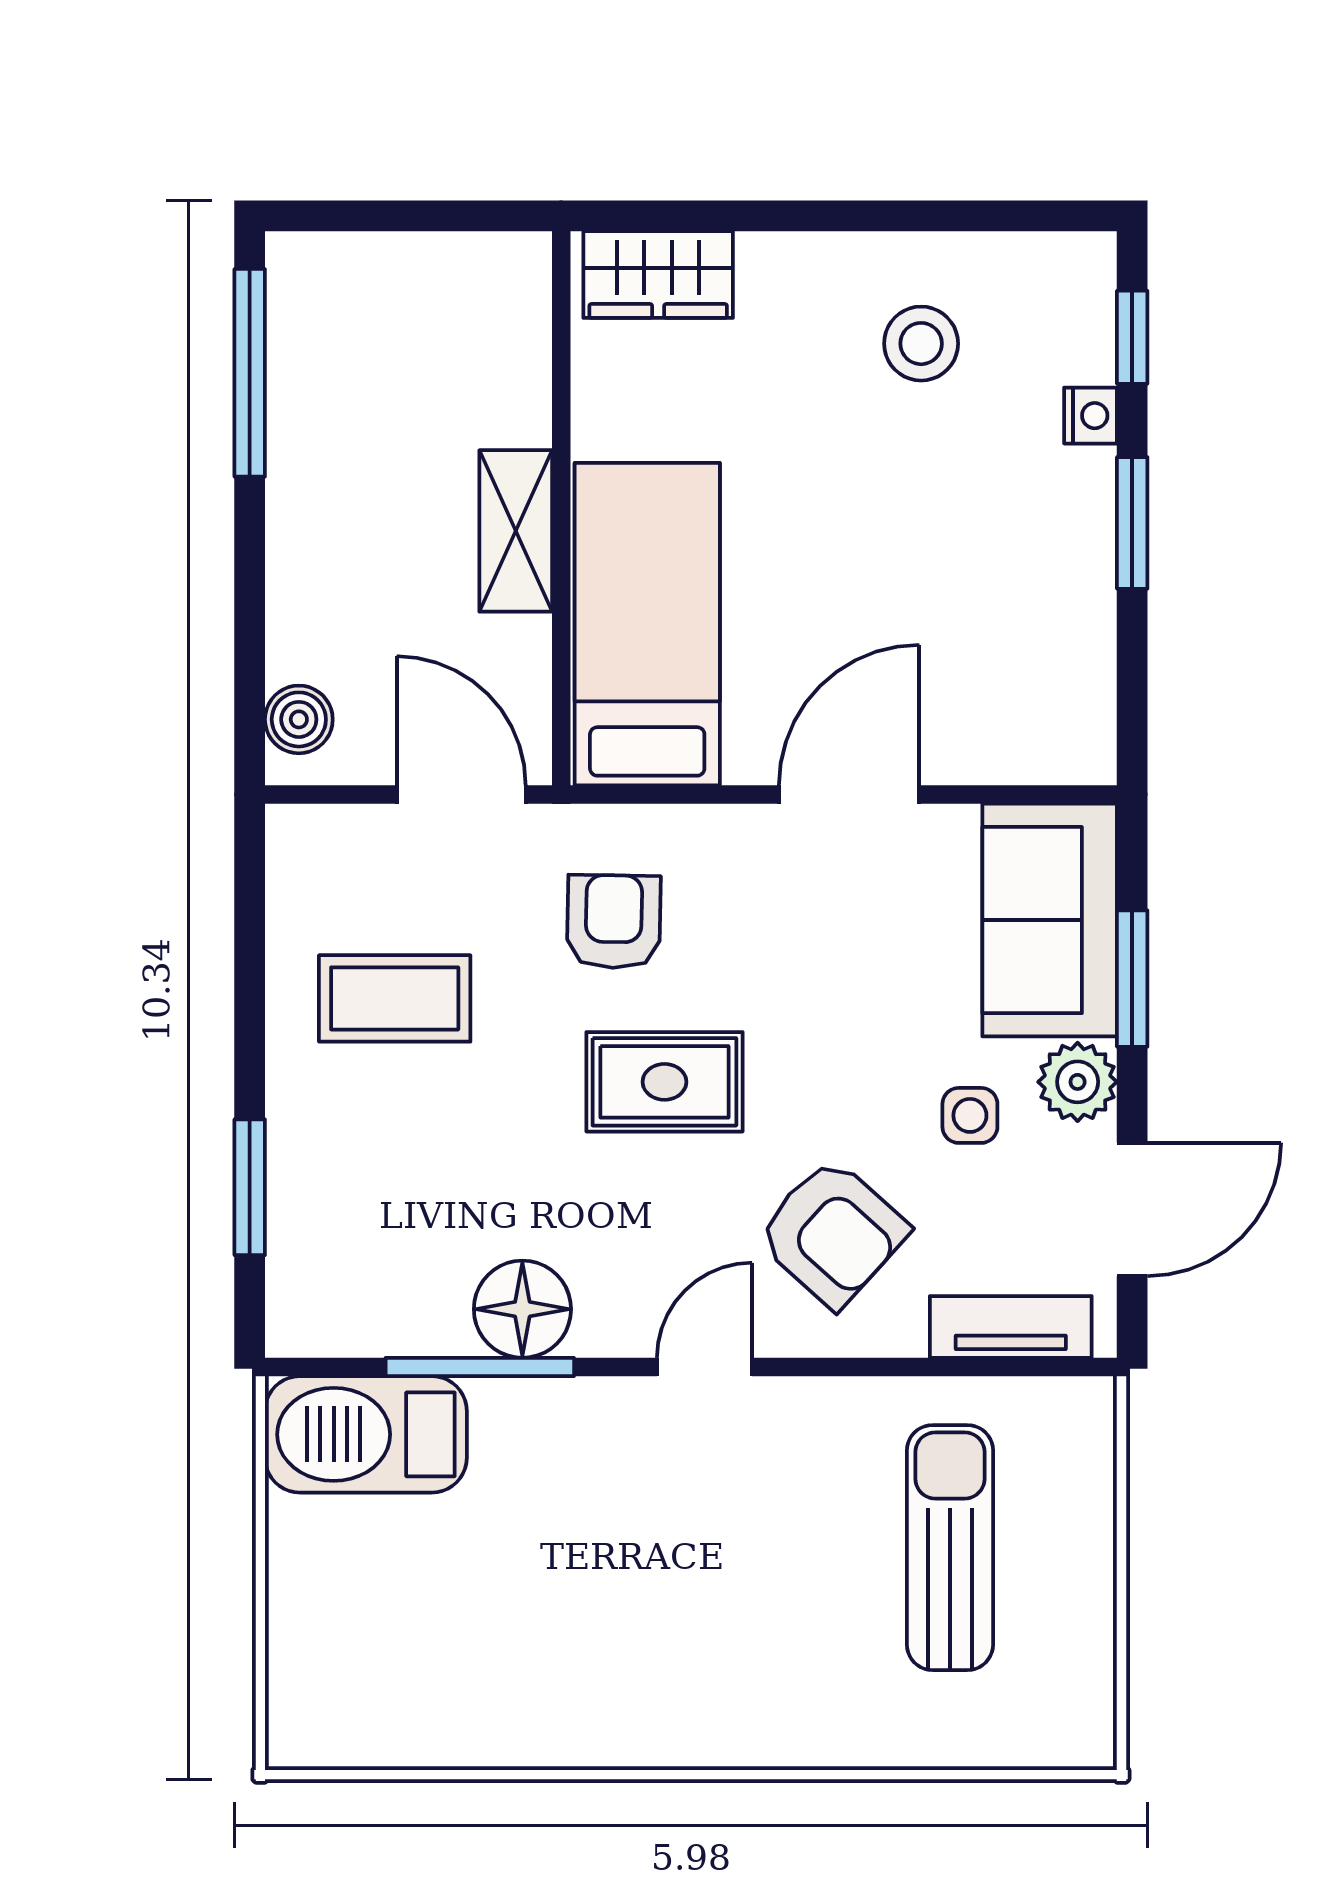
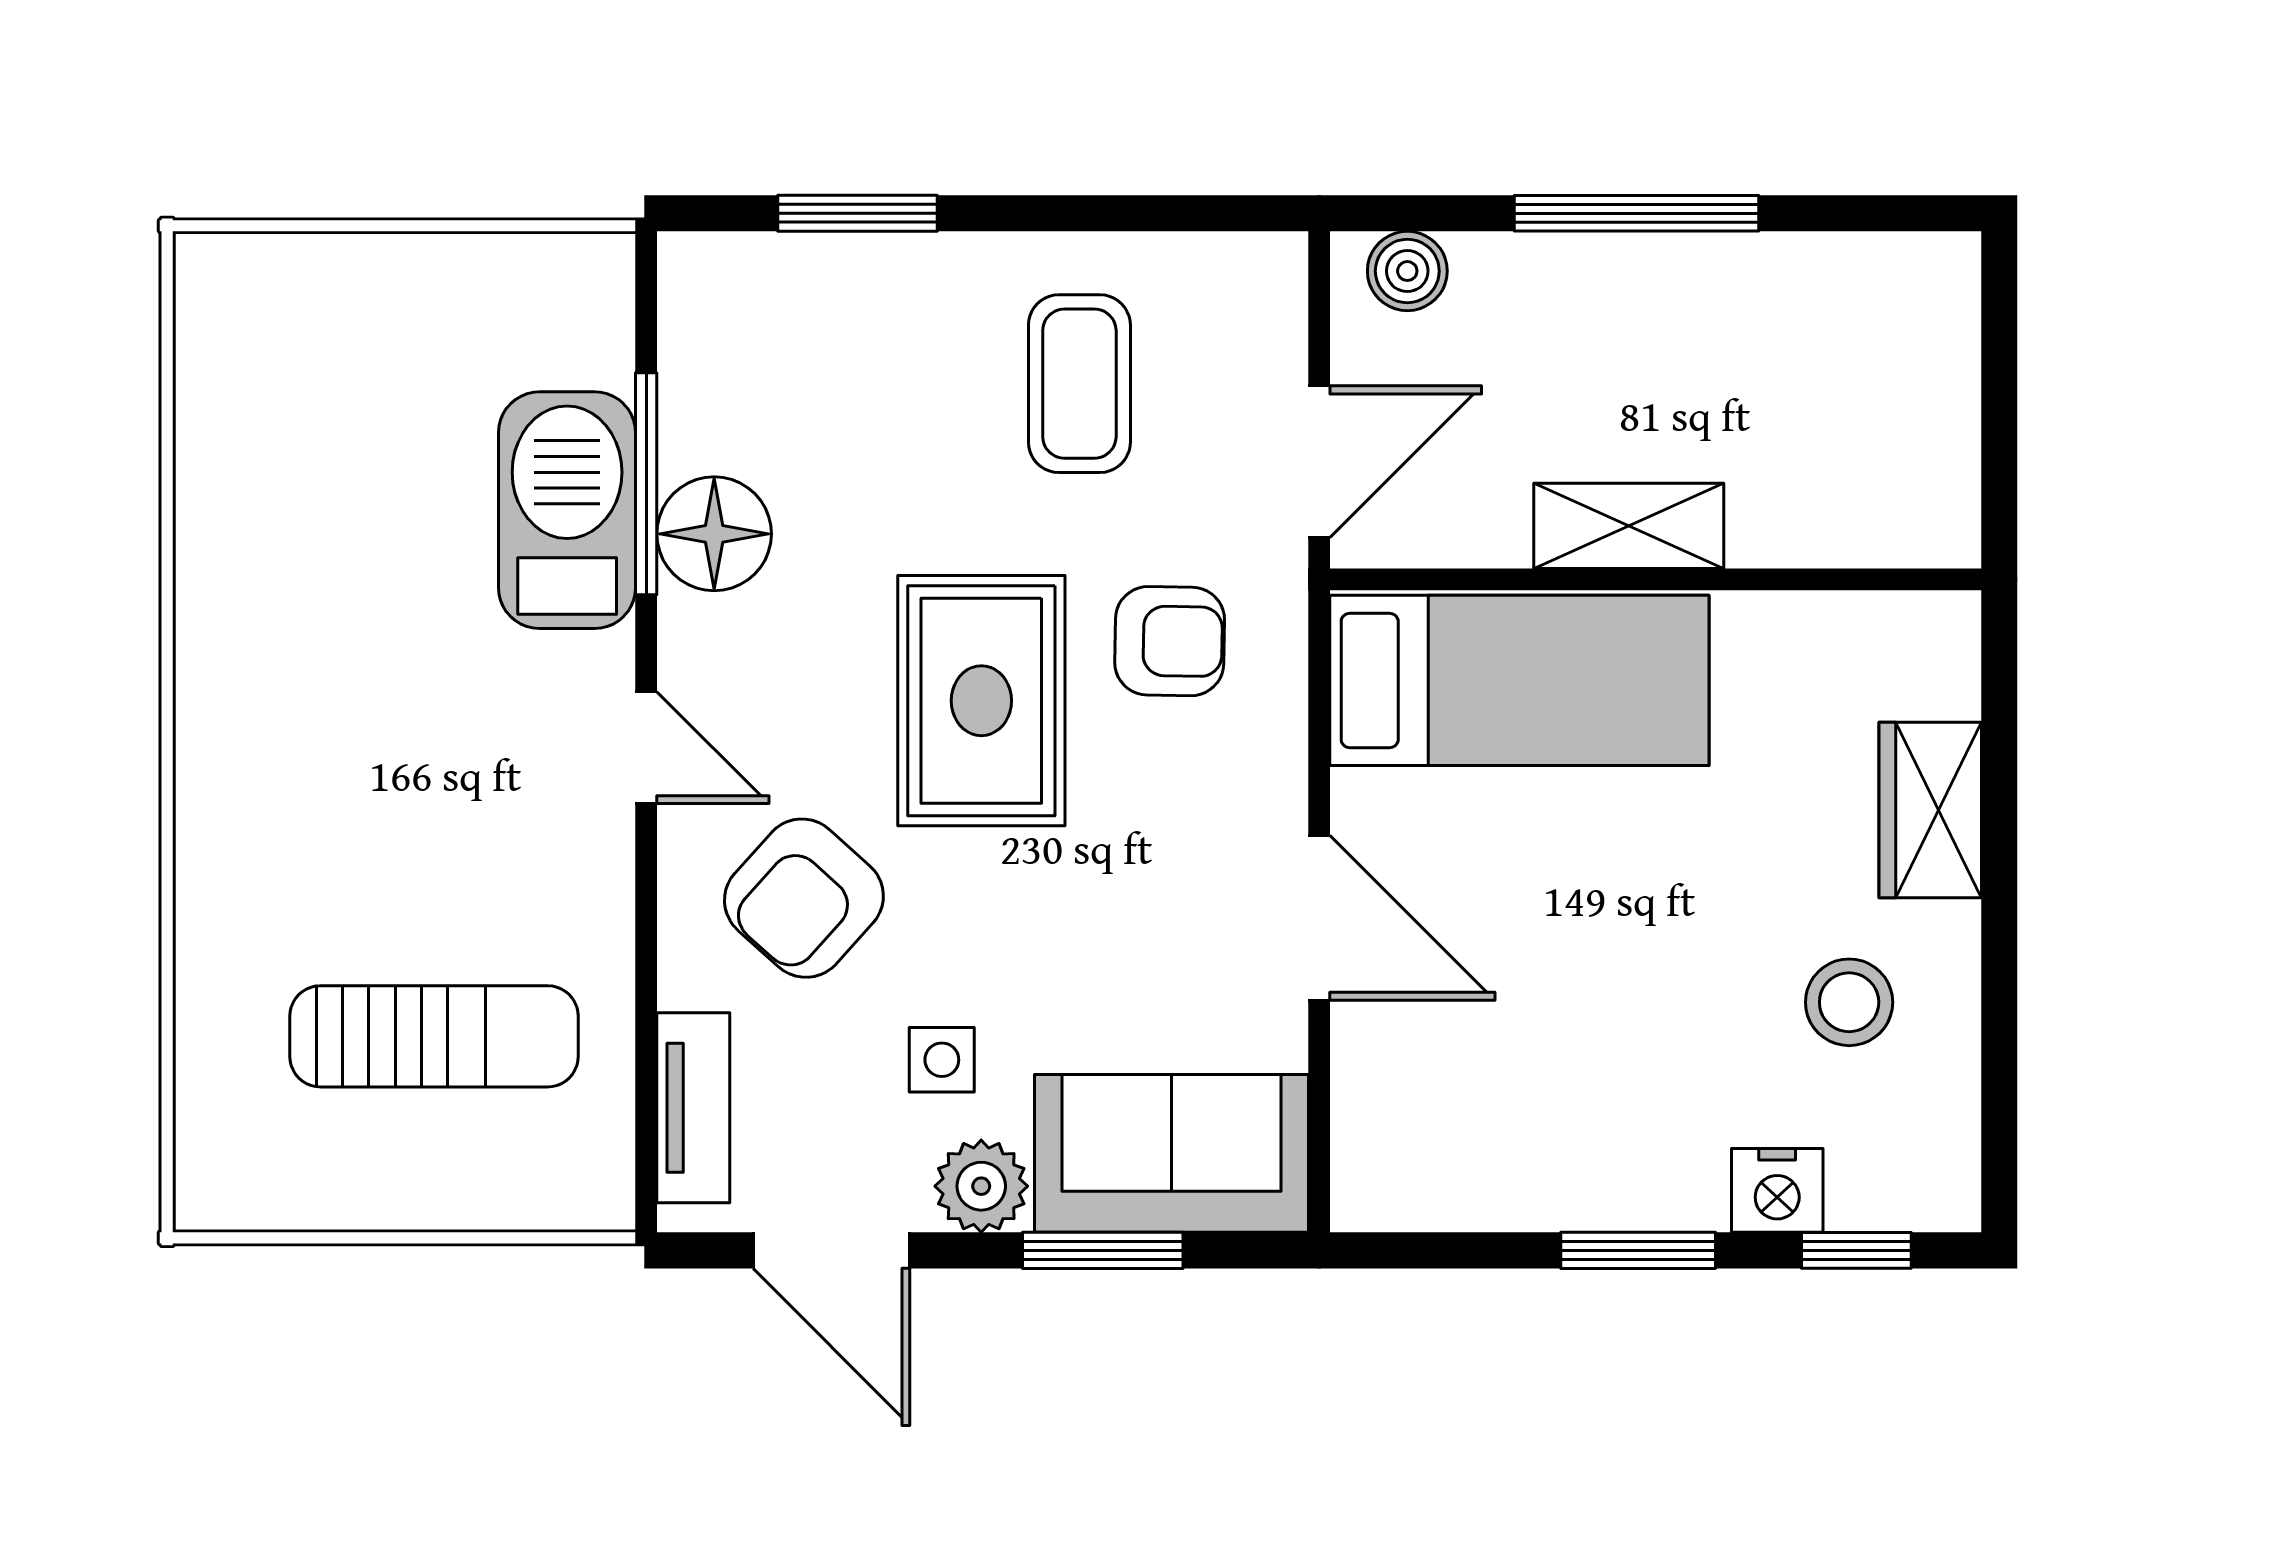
wardrobe: (658, 274) -> (1930, 810), moved
window: (250, 373) -> (1636, 213), moved
nightstand: (1090, 416) -> (1777, 1190), width x1.39, depth x1.35
rug: (664, 1082) -> (981, 701), width x1.36, depth x1.43
barbecue: (366, 1434) -> (567, 510), moved

